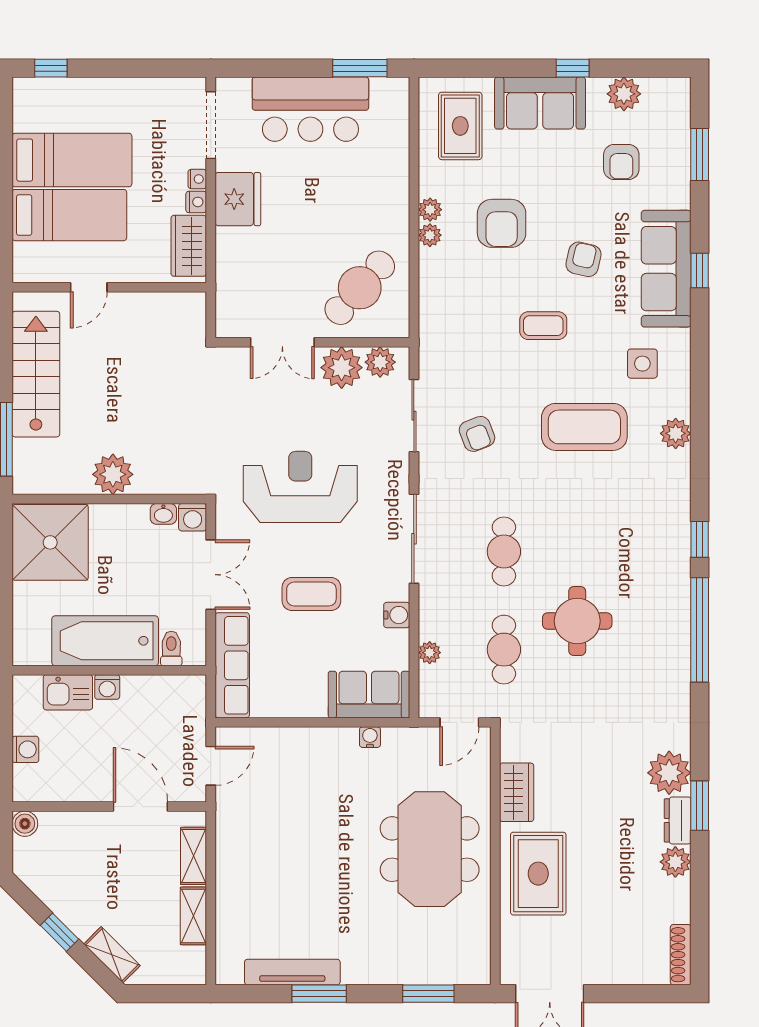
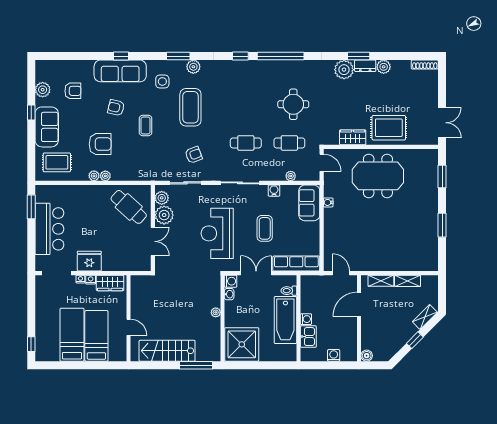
window: (700, 155) -> (178, 56), moved
plant: (113, 474) -> (216, 312), width x0.53, depth x0.53
round table: (577, 621) -> (293, 104), moved
tv unit: (292, 972) -> (432, 237), removed

